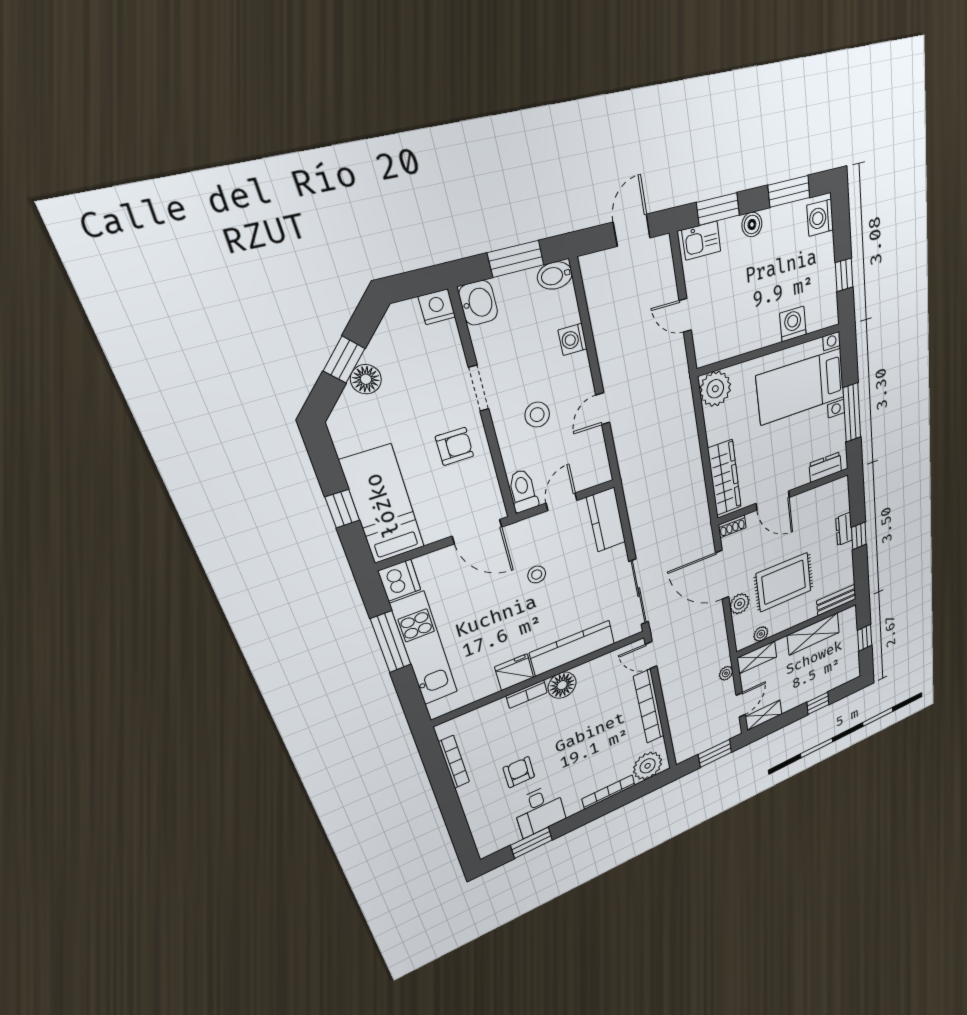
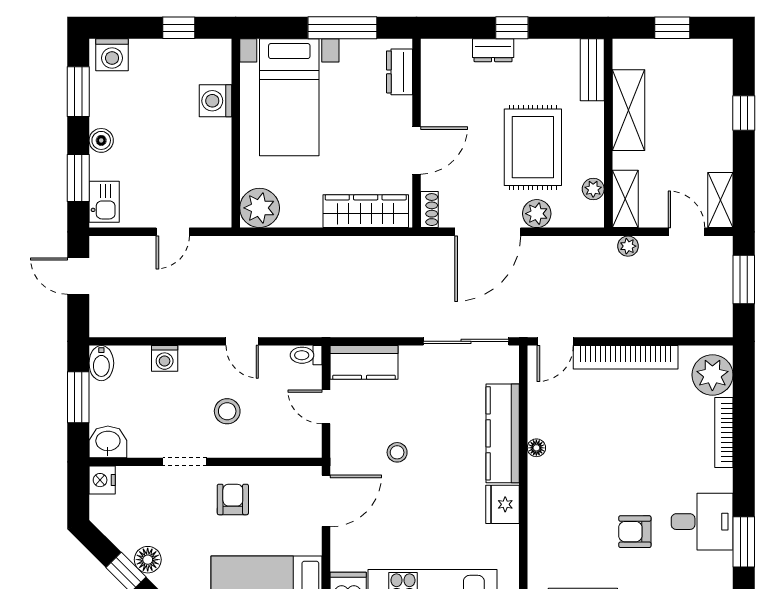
toilet: (523, 491) -> (306, 355), moved, width x0.73, depth x0.72
floor lamp: (562, 685) -> (536, 448), width x0.53, depth x0.53
bookcase: (527, 694) -> (537, 498), removed

